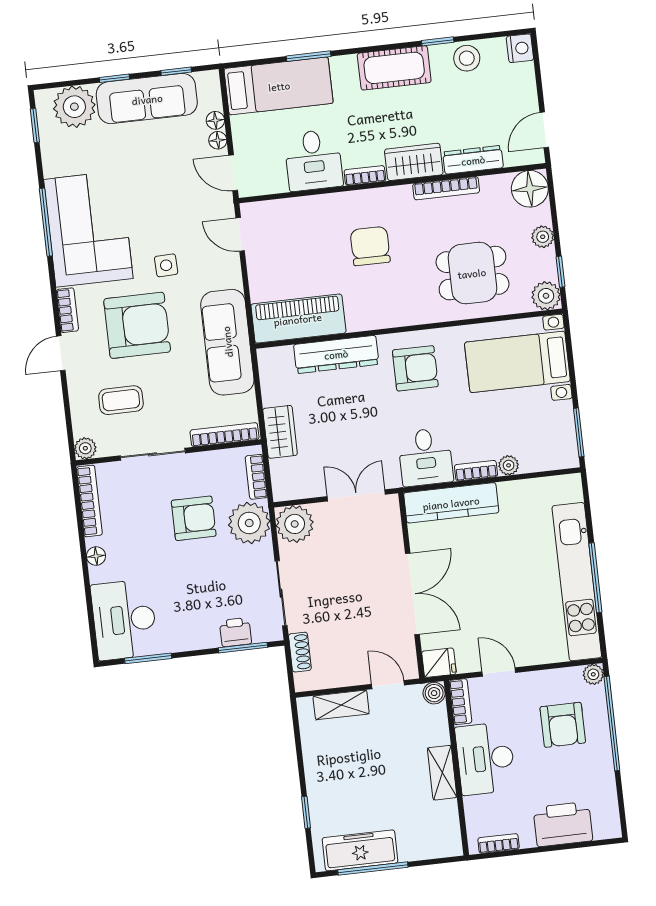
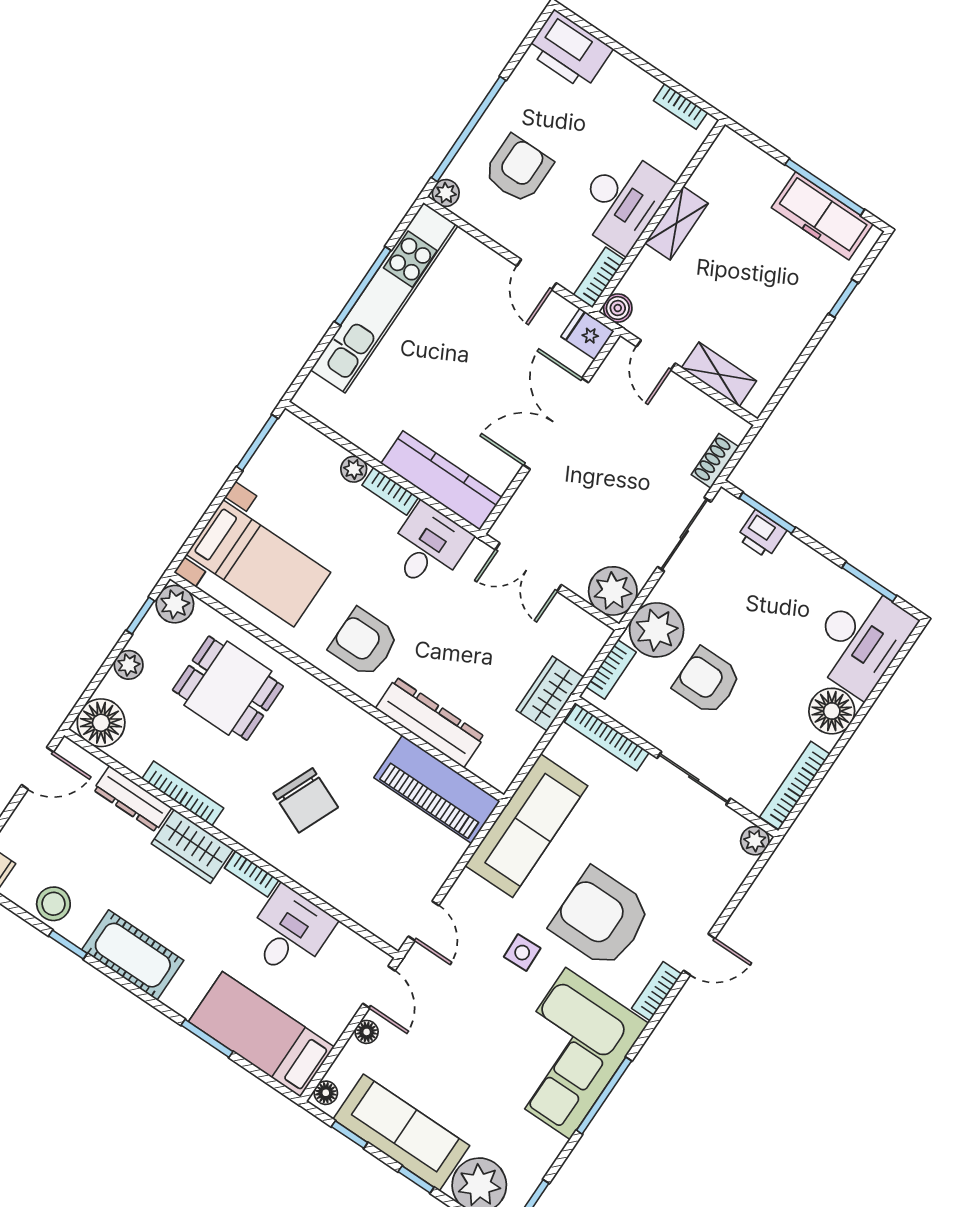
floor lamp: (215, 120) -> (326, 1093), moved
chair: (370, 246) -> (306, 800), turned -67
coffee table: (121, 400) -> (680, 858), removed
floor lamp: (96, 556) -> (832, 711), width x1.89, depth x1.89
printer: (563, 824) -> (569, 50), moved

